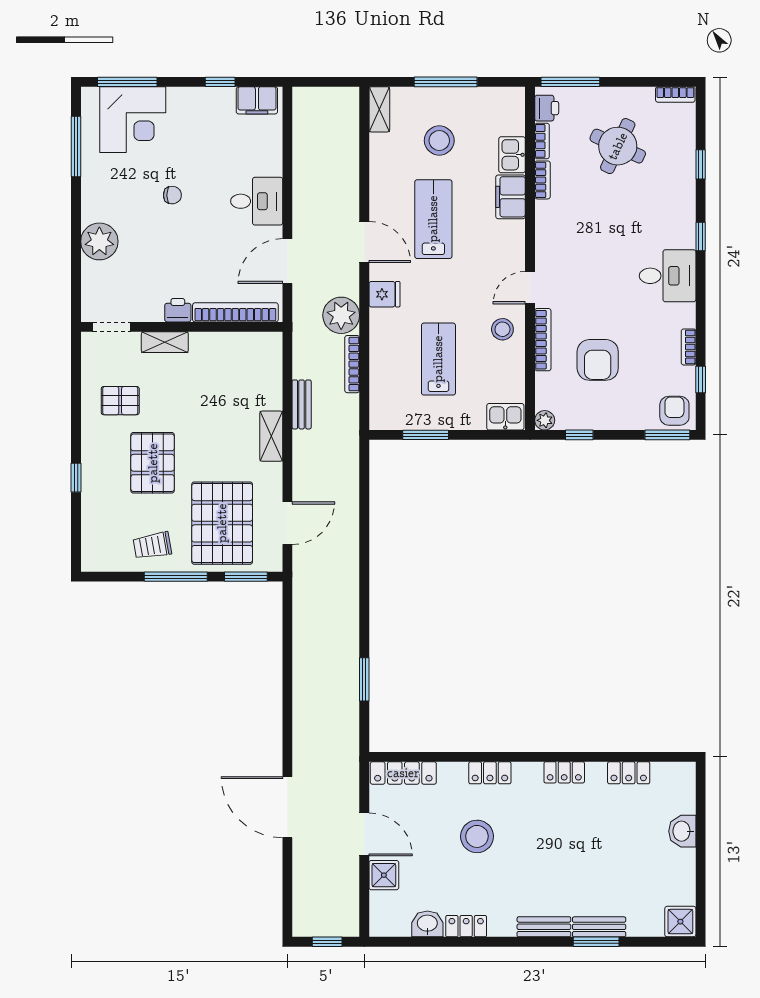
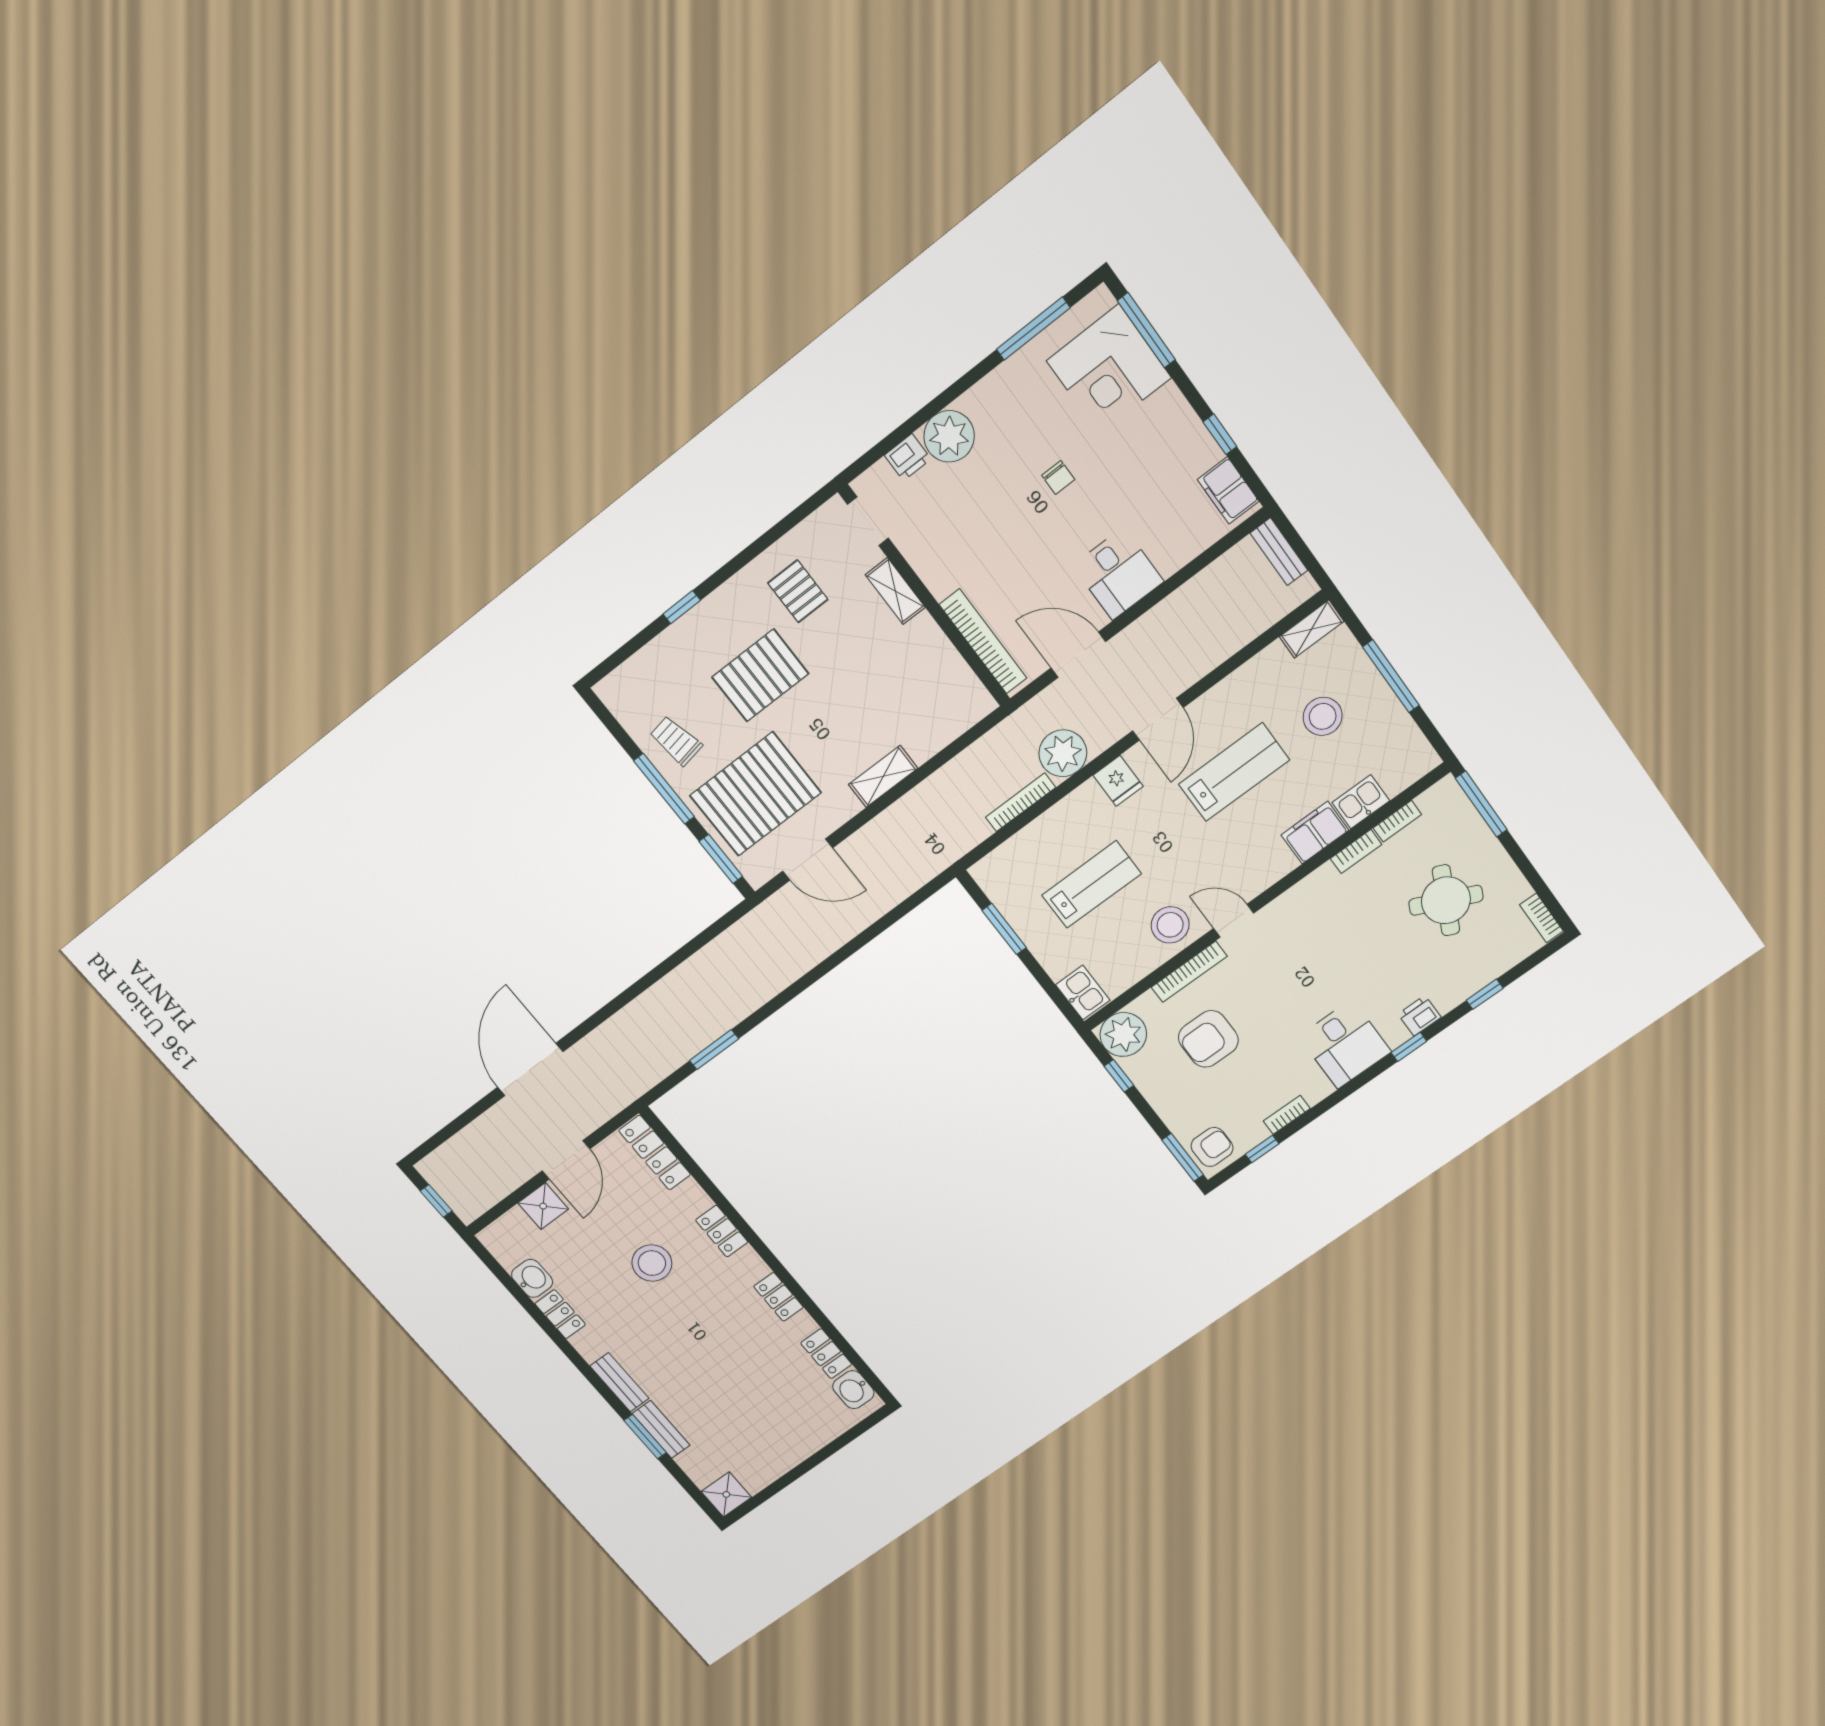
printer: (547, 108) -> (1419, 1016), moved, turned 180
printer: (178, 310) -> (908, 457), moved, turned 90
stool: (502, 329) -> (1170, 925), width x1.38, depth x1.38
bench: (302, 404) -> (1279, 552), moved, turned 90
plant: (545, 420) -> (1123, 1034), width x1.87, depth x1.87
washbasin: (682, 831) -> (853, 1390), moved, turned -90

